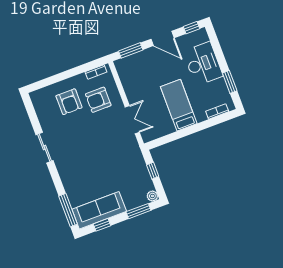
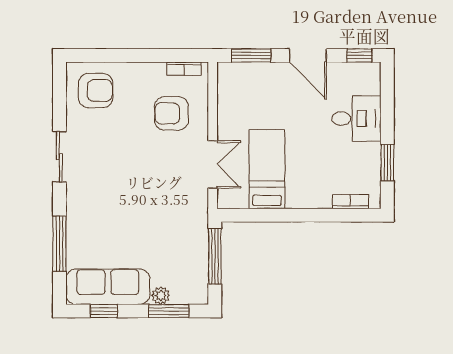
desk: (203, 64) -> (356, 119), width x0.73
armchair: (69, 102) -> (96, 91), moved, turned -90
bed: (179, 105) -> (267, 169), moved
window: (153, 171) -> (215, 256), width x2.17
plant: (152, 196) -> (161, 296), moved
window: (68, 210) -> (59, 244), moved

